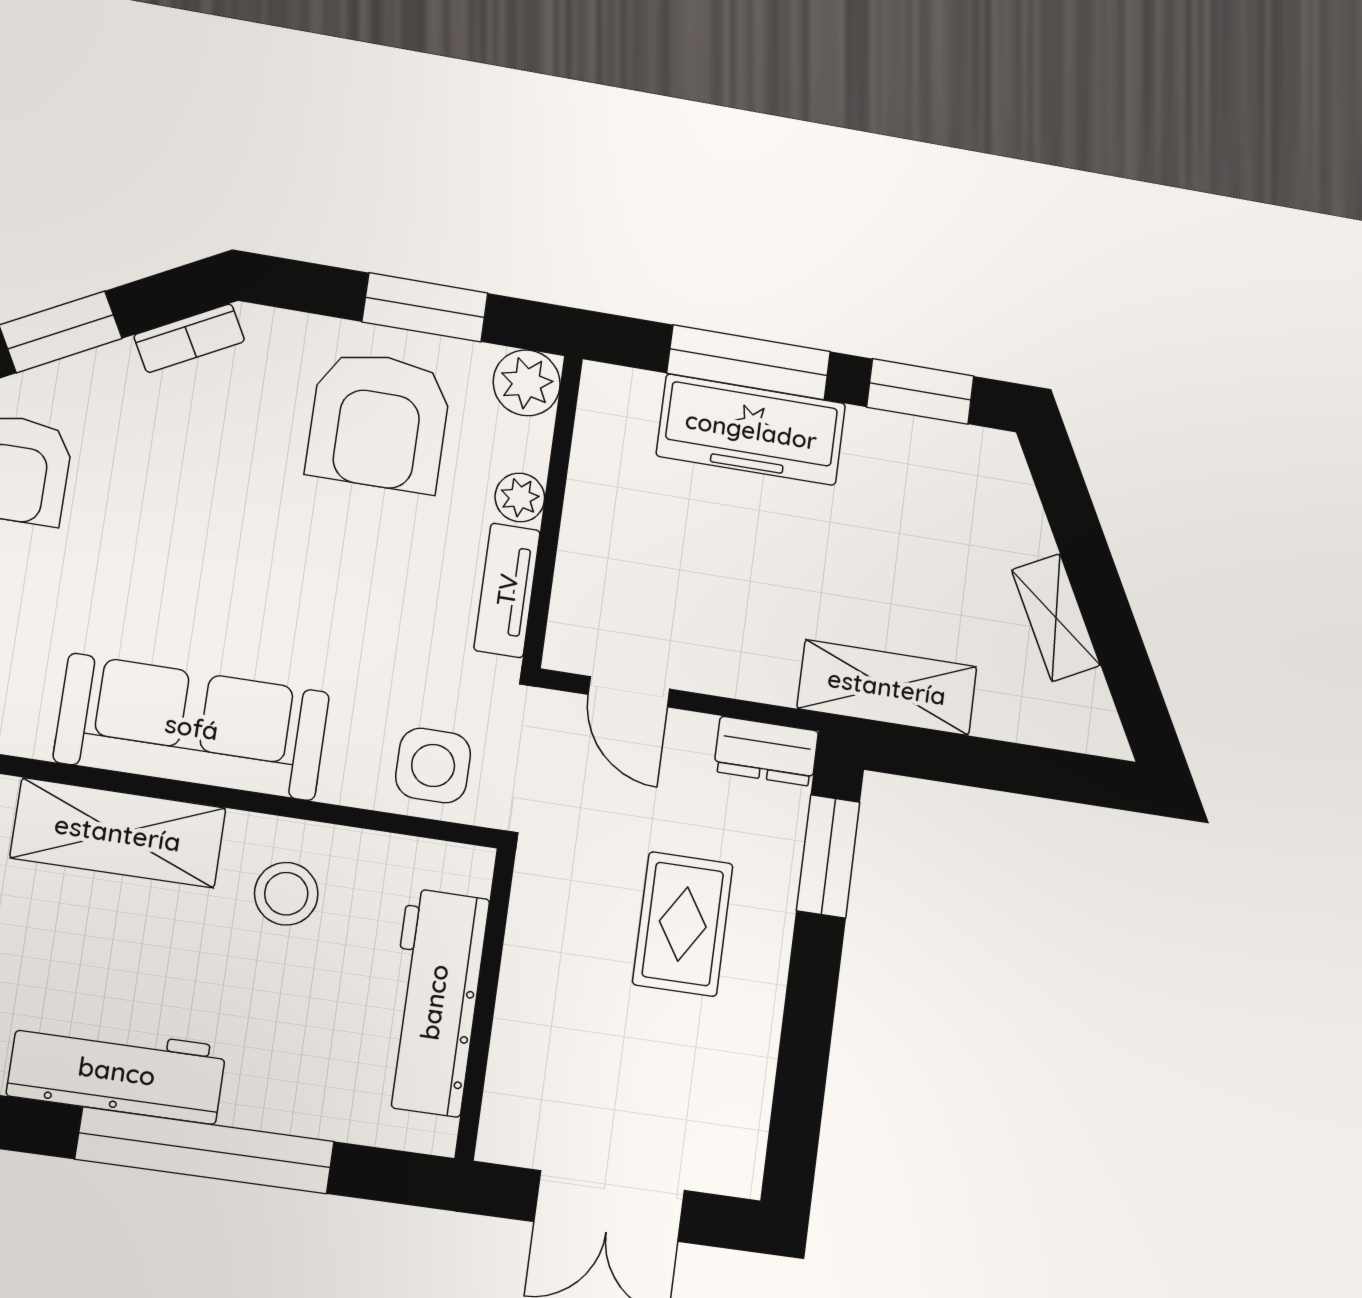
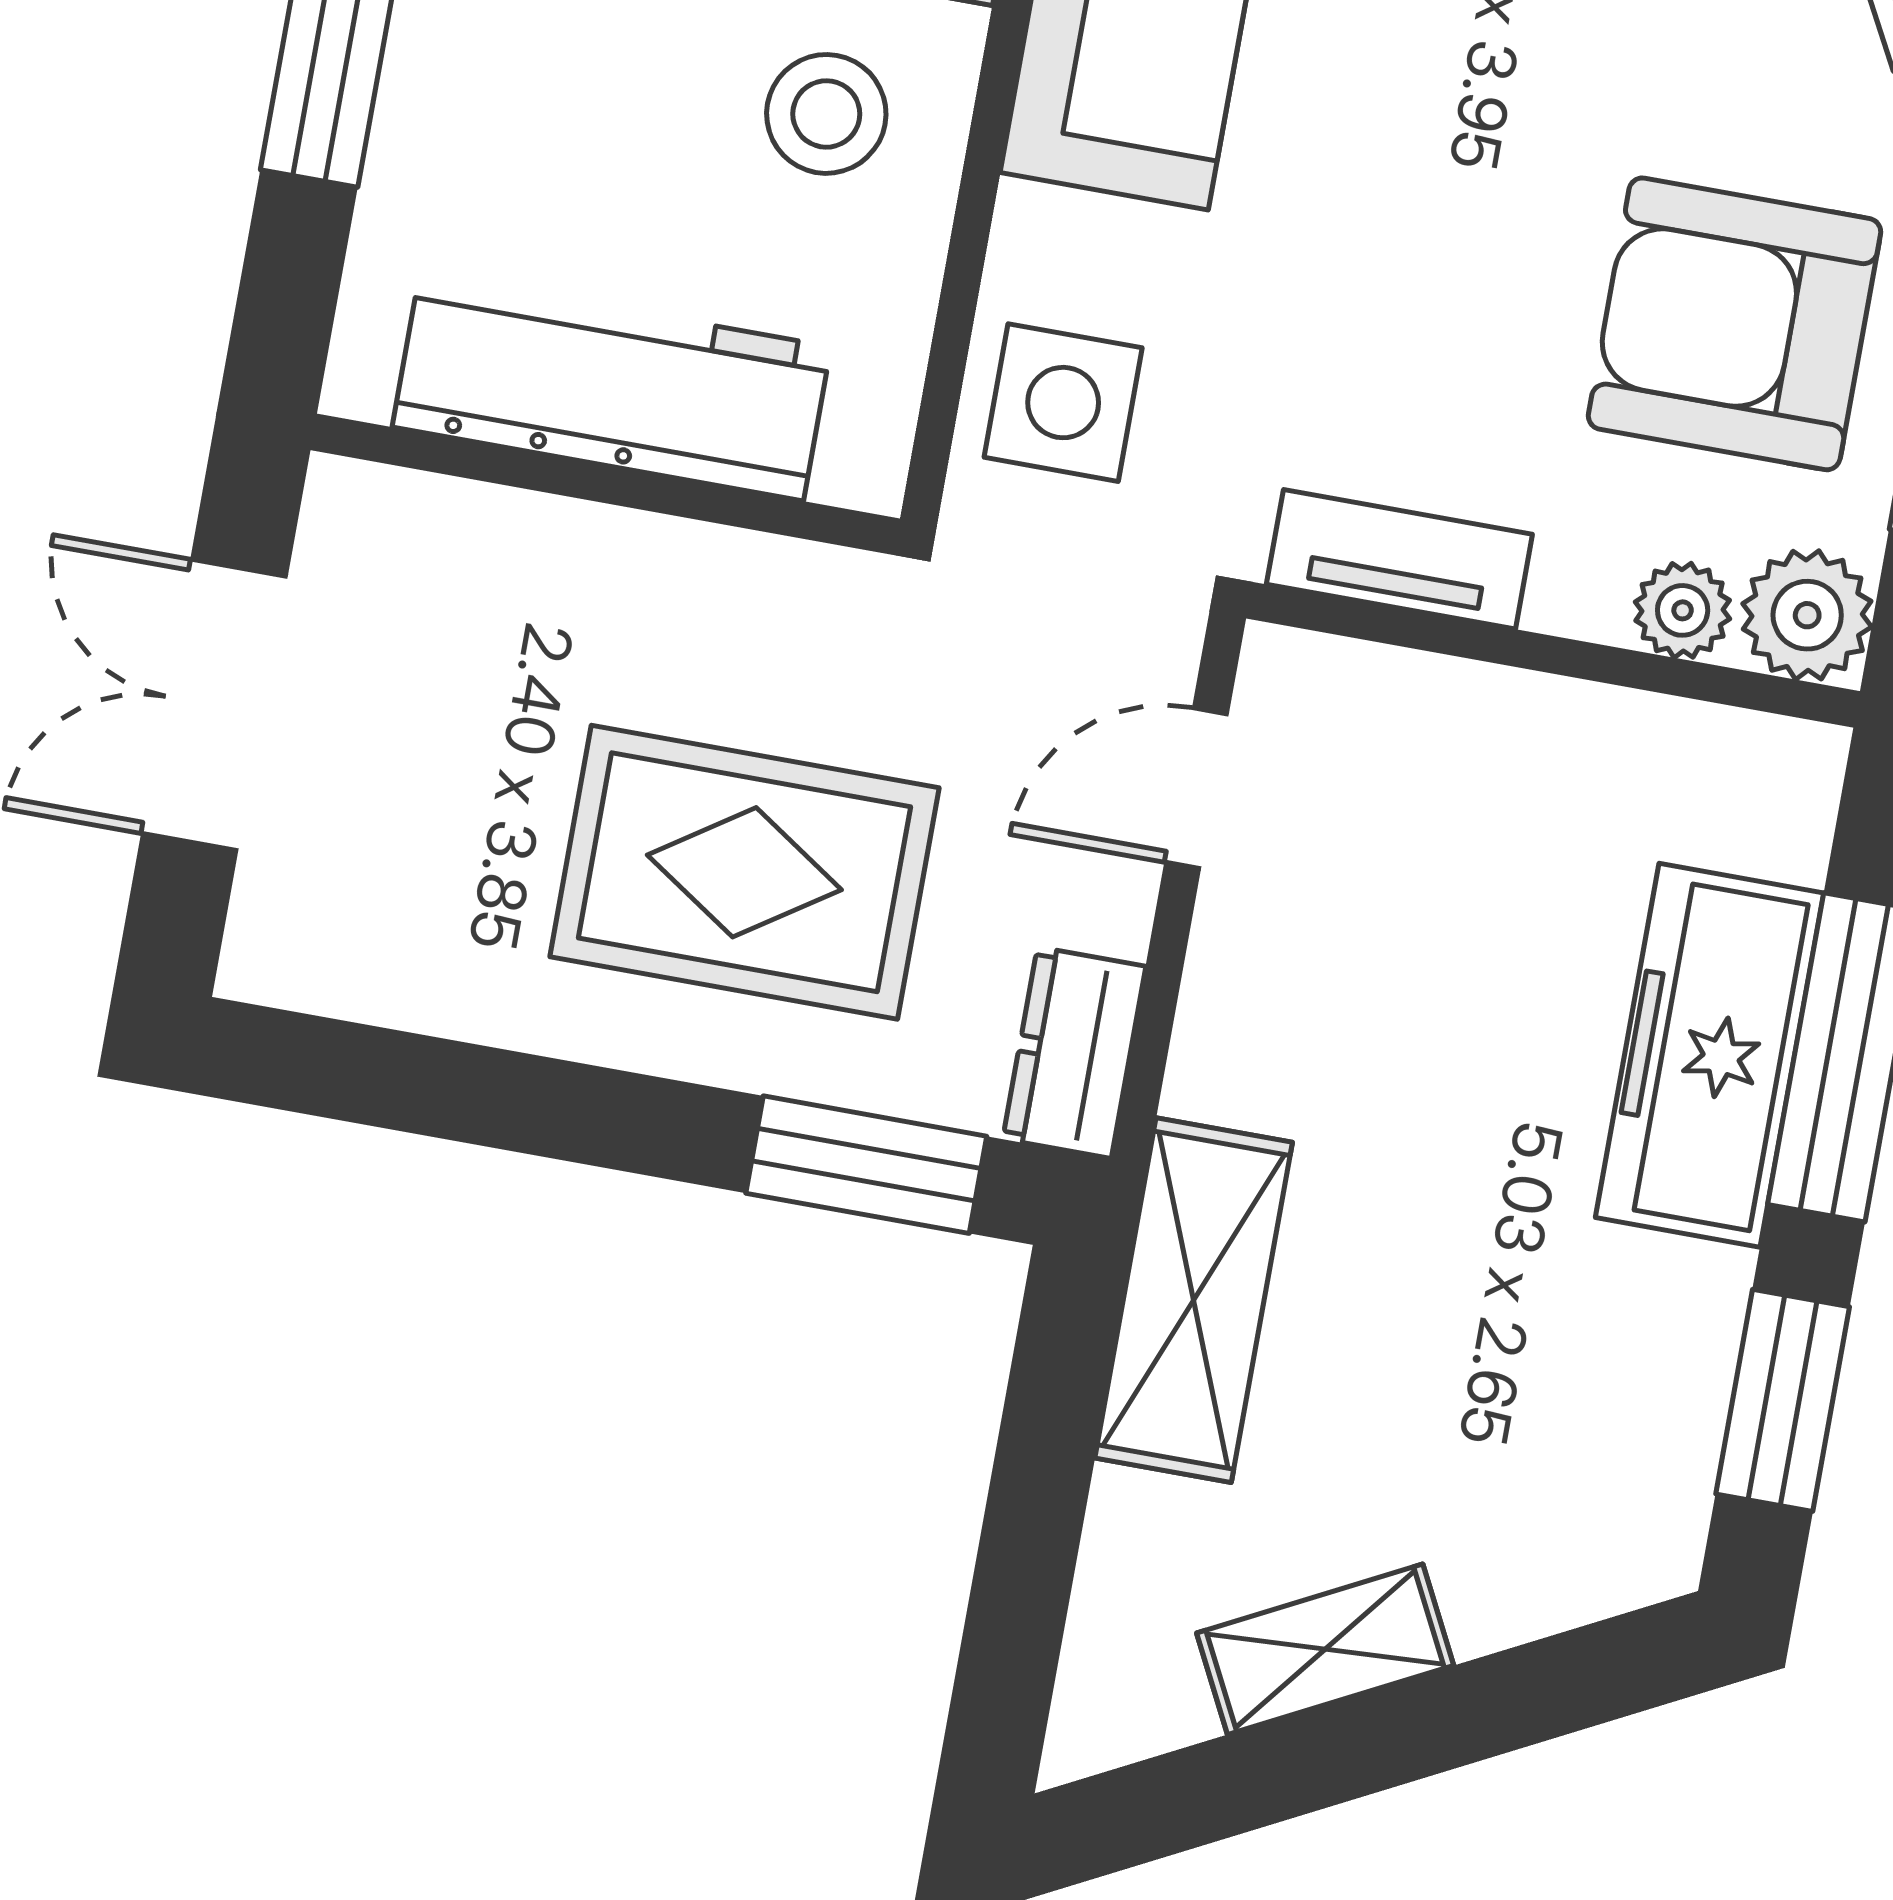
plant: (520, 497) -> (1683, 610), moved
rug: (683, 924) -> (744, 872), width x1.36, depth x1.43

